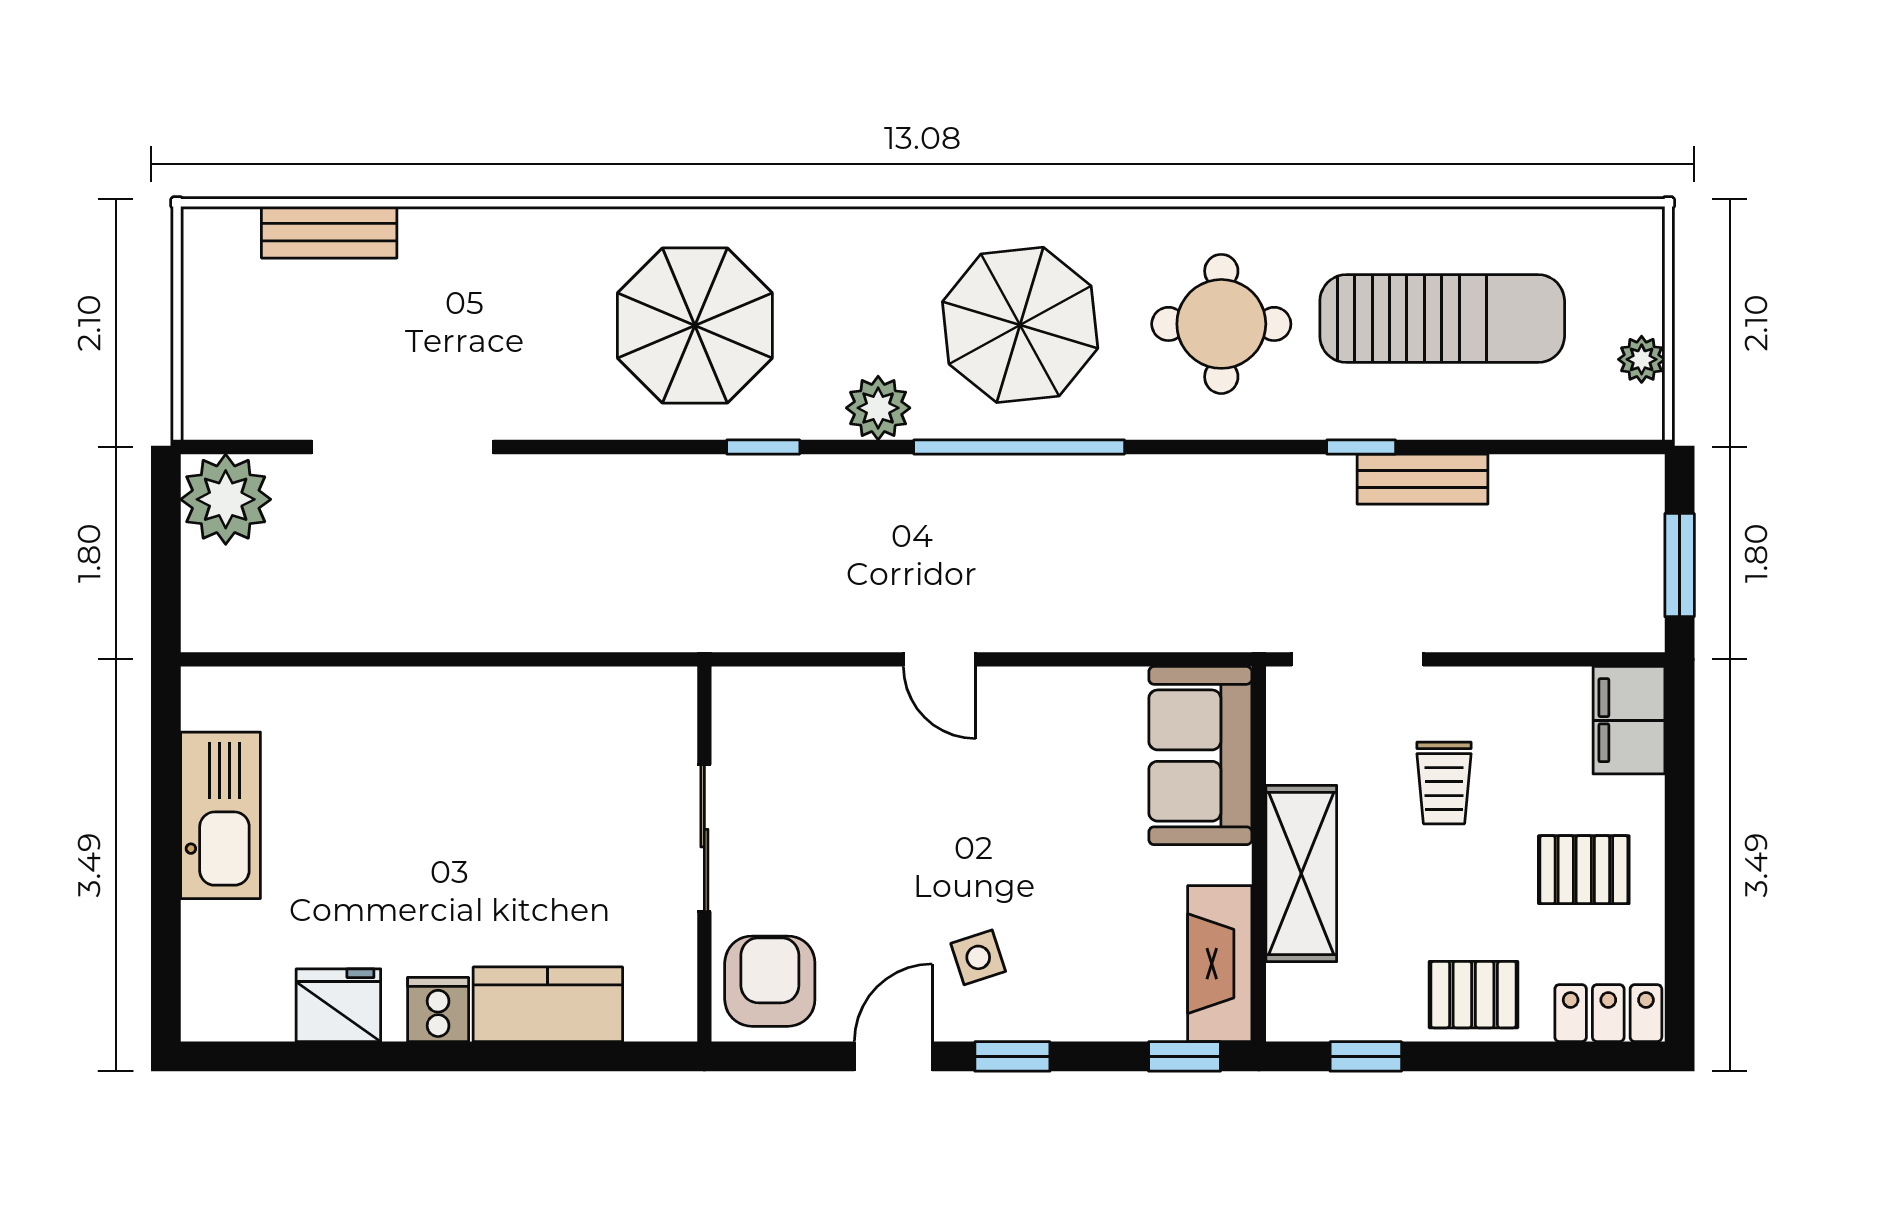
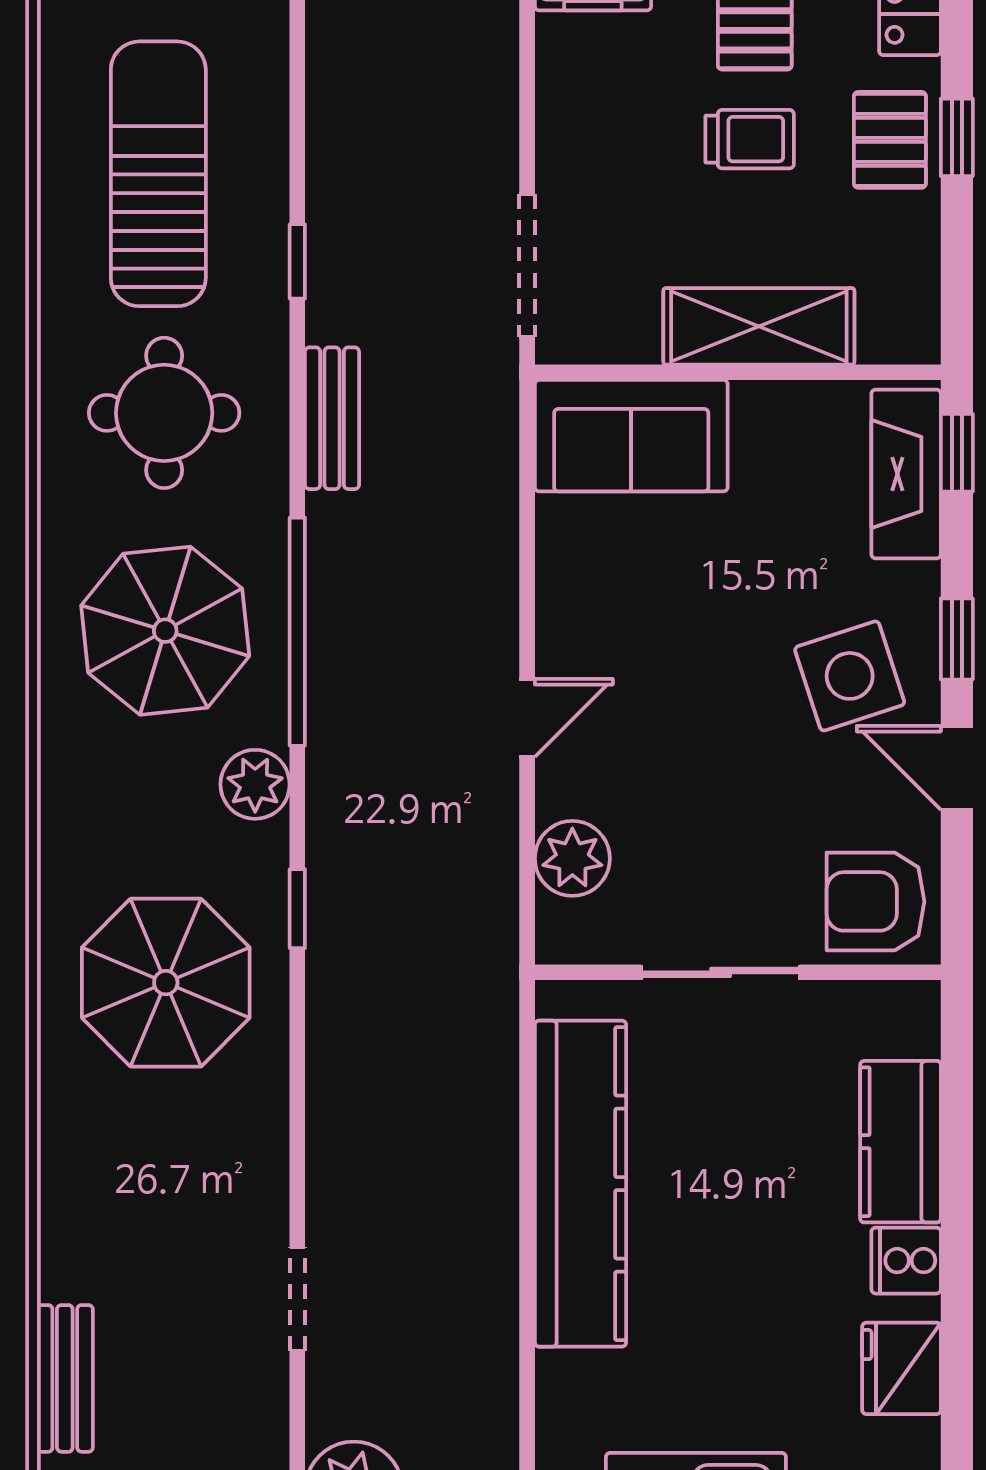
doorway: (403, 447) -> (297, 1299), width x0.53
bench: (1423, 479) -> (332, 418), moved
plant: (810, 701) -> (572, 858), added
kitchen counter: (509, 709) -> (580, 1184), added
trolley: (1444, 783) -> (750, 139), moved
side table: (978, 957) -> (850, 676), width x1.87, depth x1.87
fireplace: (1220, 964) -> (906, 474), moved, turned 90
window: (1366, 1056) -> (957, 137), moved

